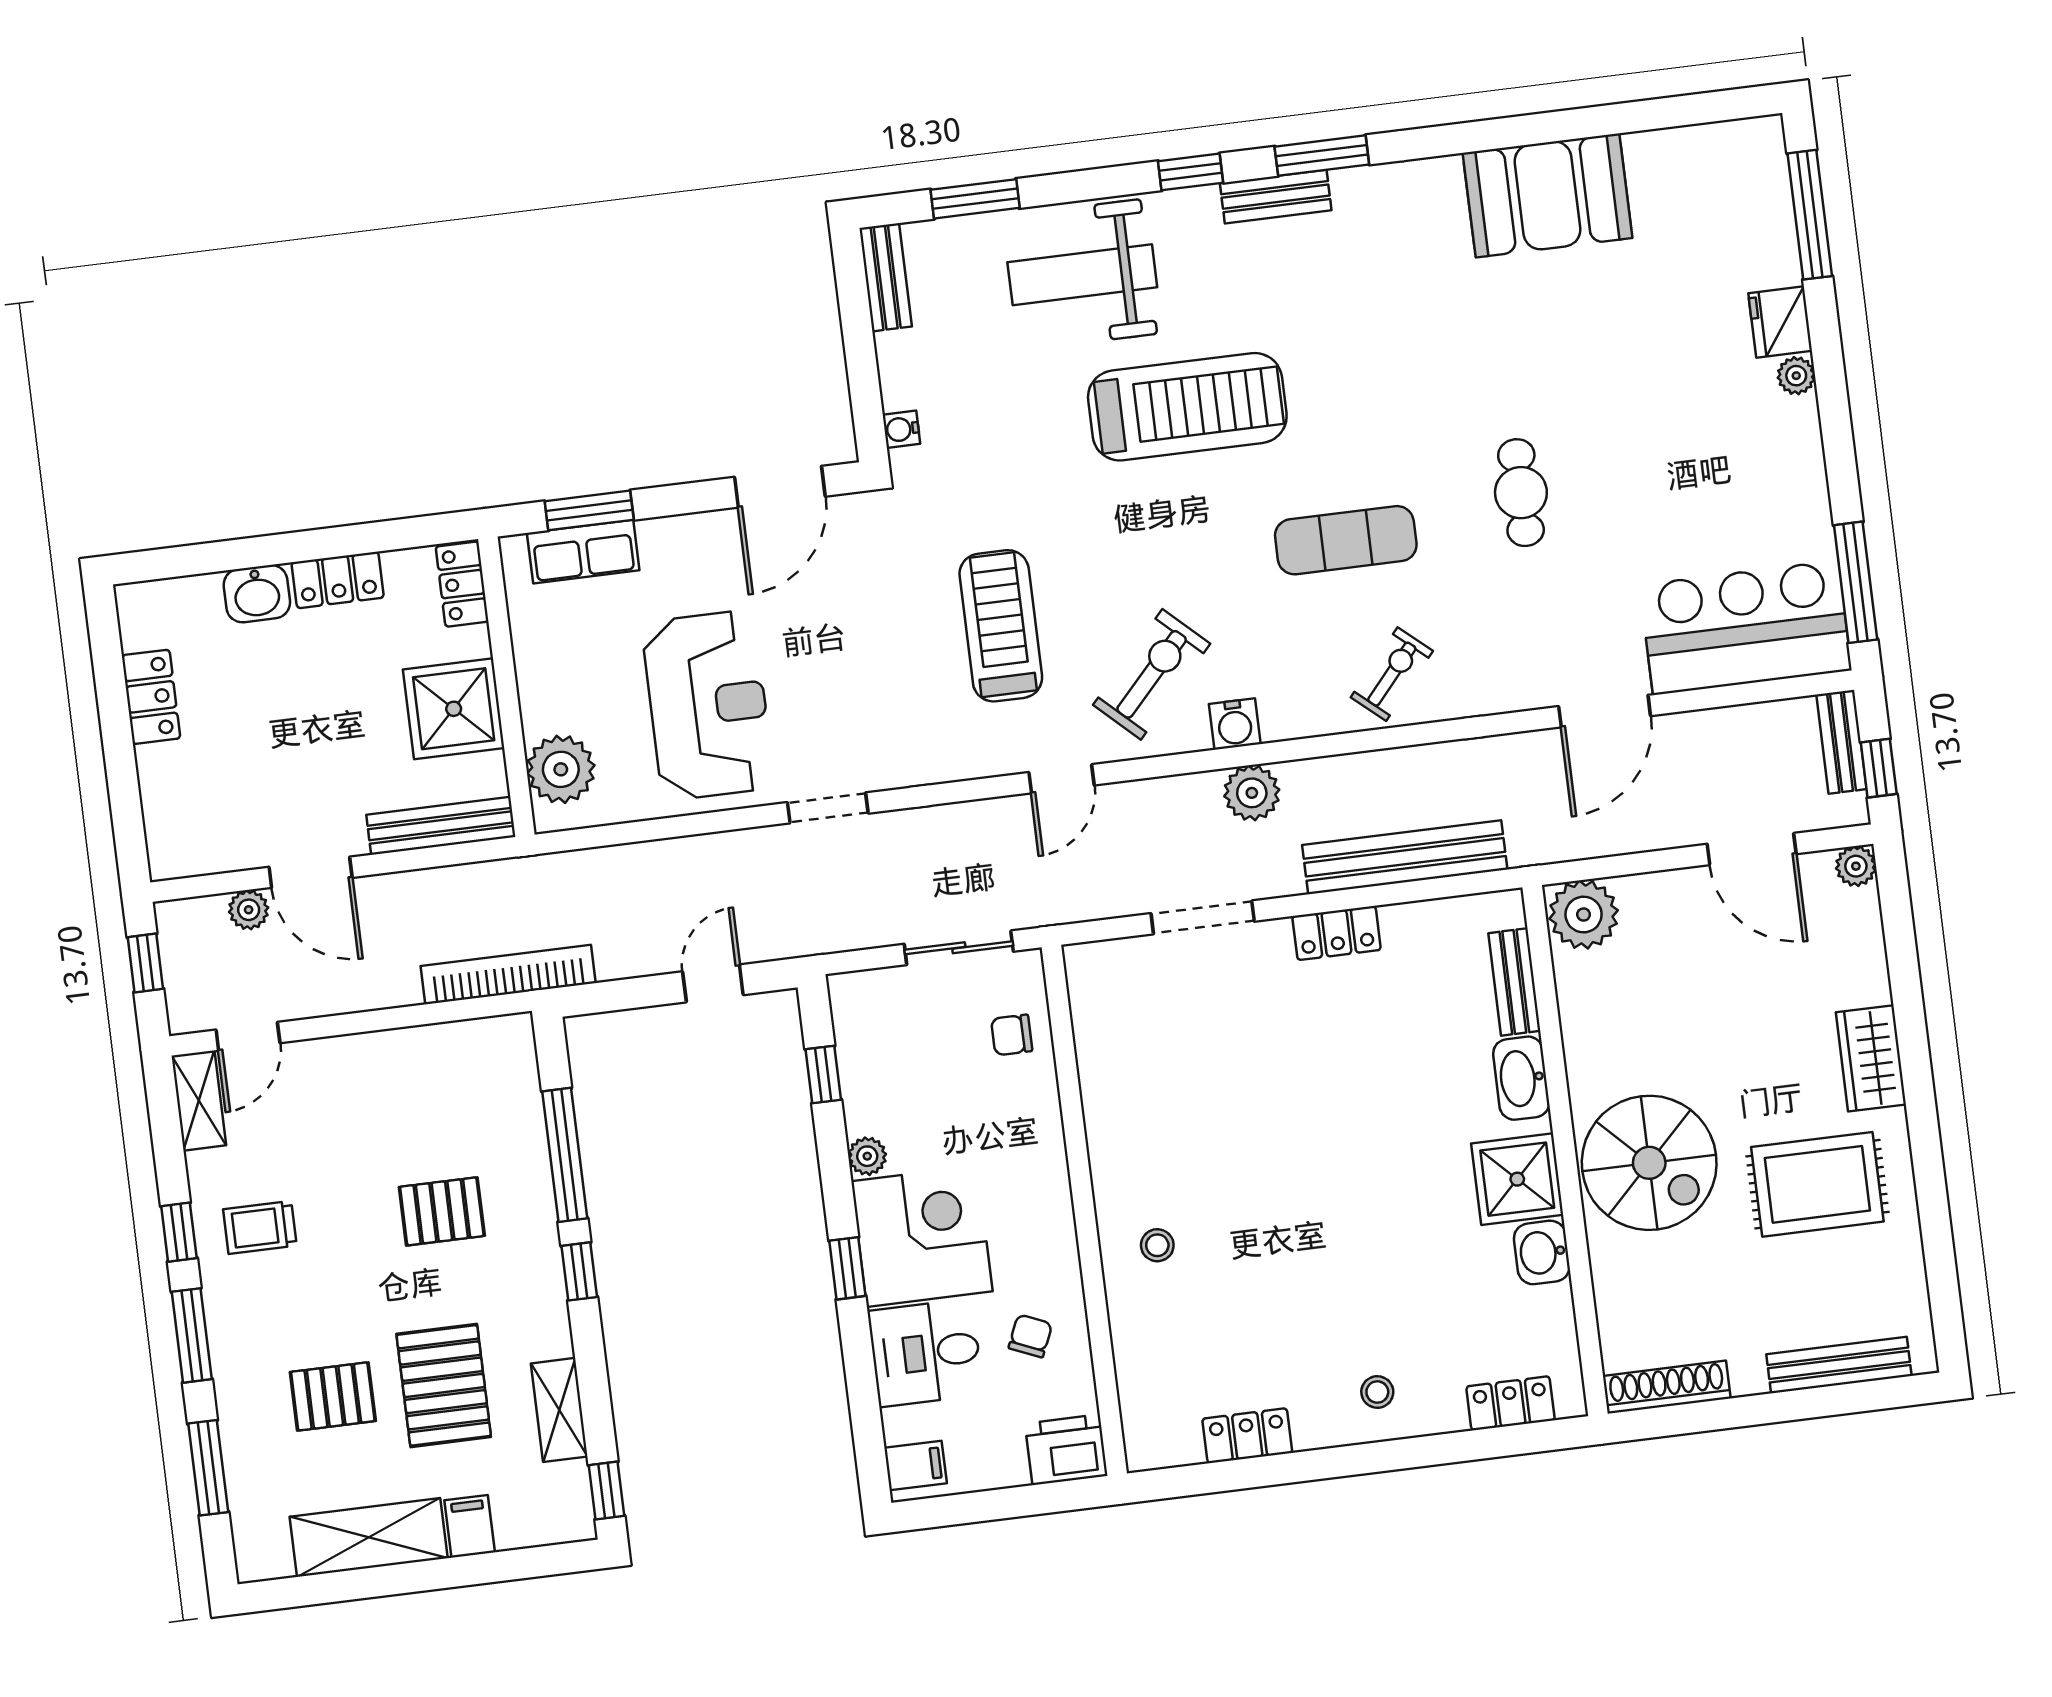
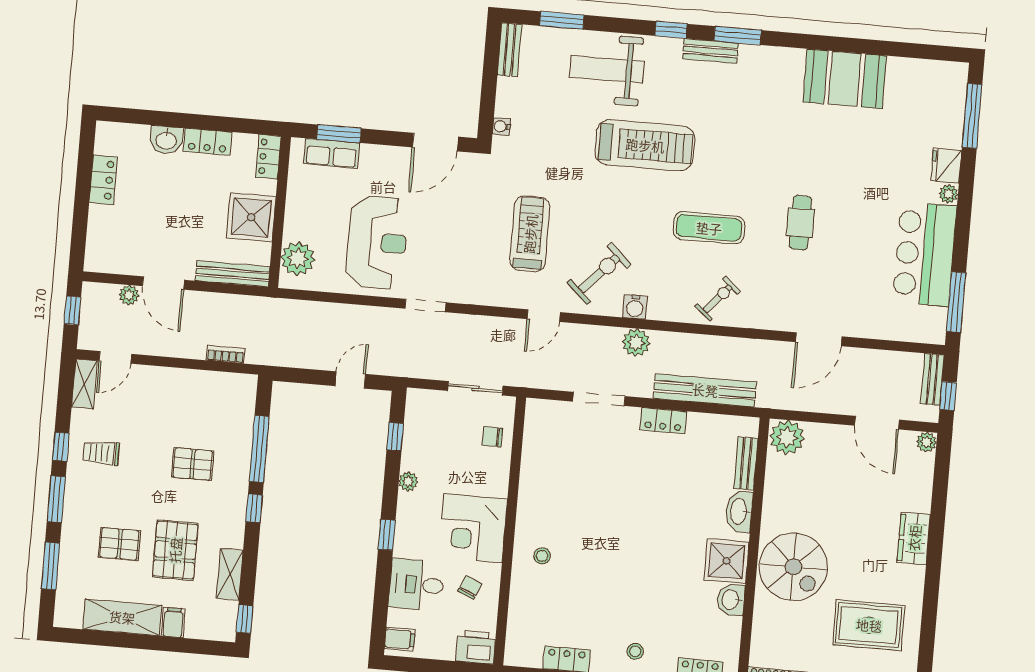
bar counter: (1746, 628) -> (925, 254), moved, turned -90
bookcase: (508, 975) -> (226, 354), width x0.43, depth x0.76
rug: (1817, 1184) -> (869, 625), moved
corner desk: (922, 1236) -> (473, 528), moved, turned 180

